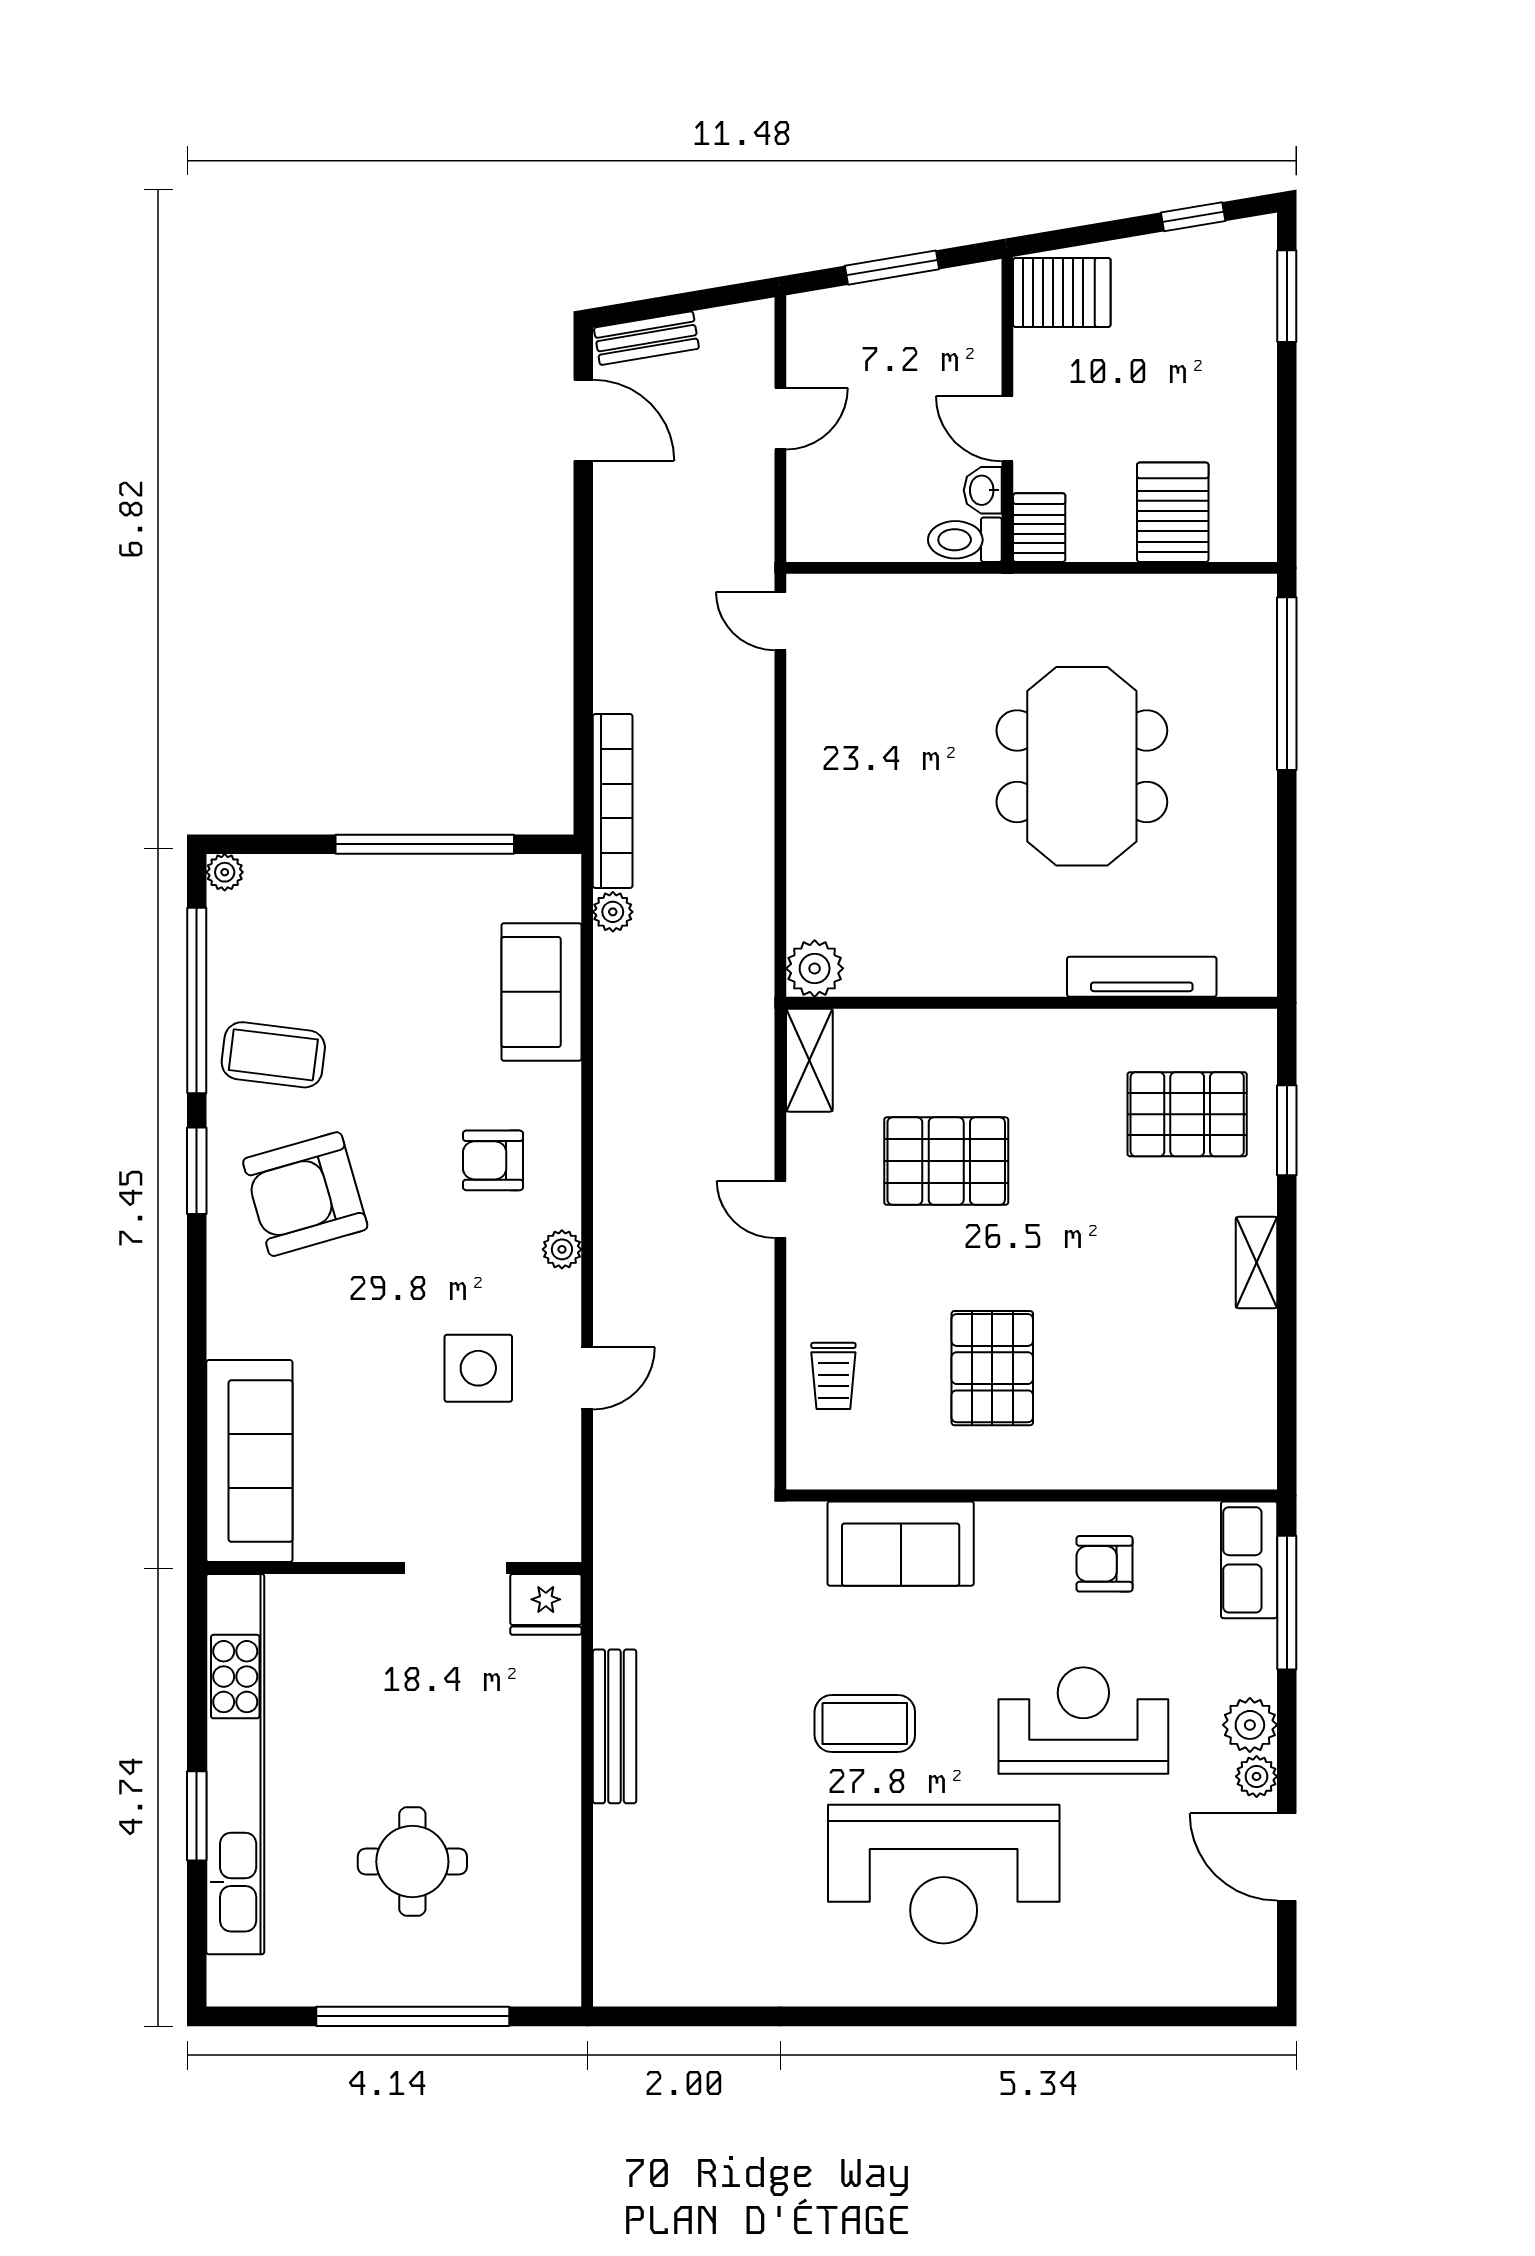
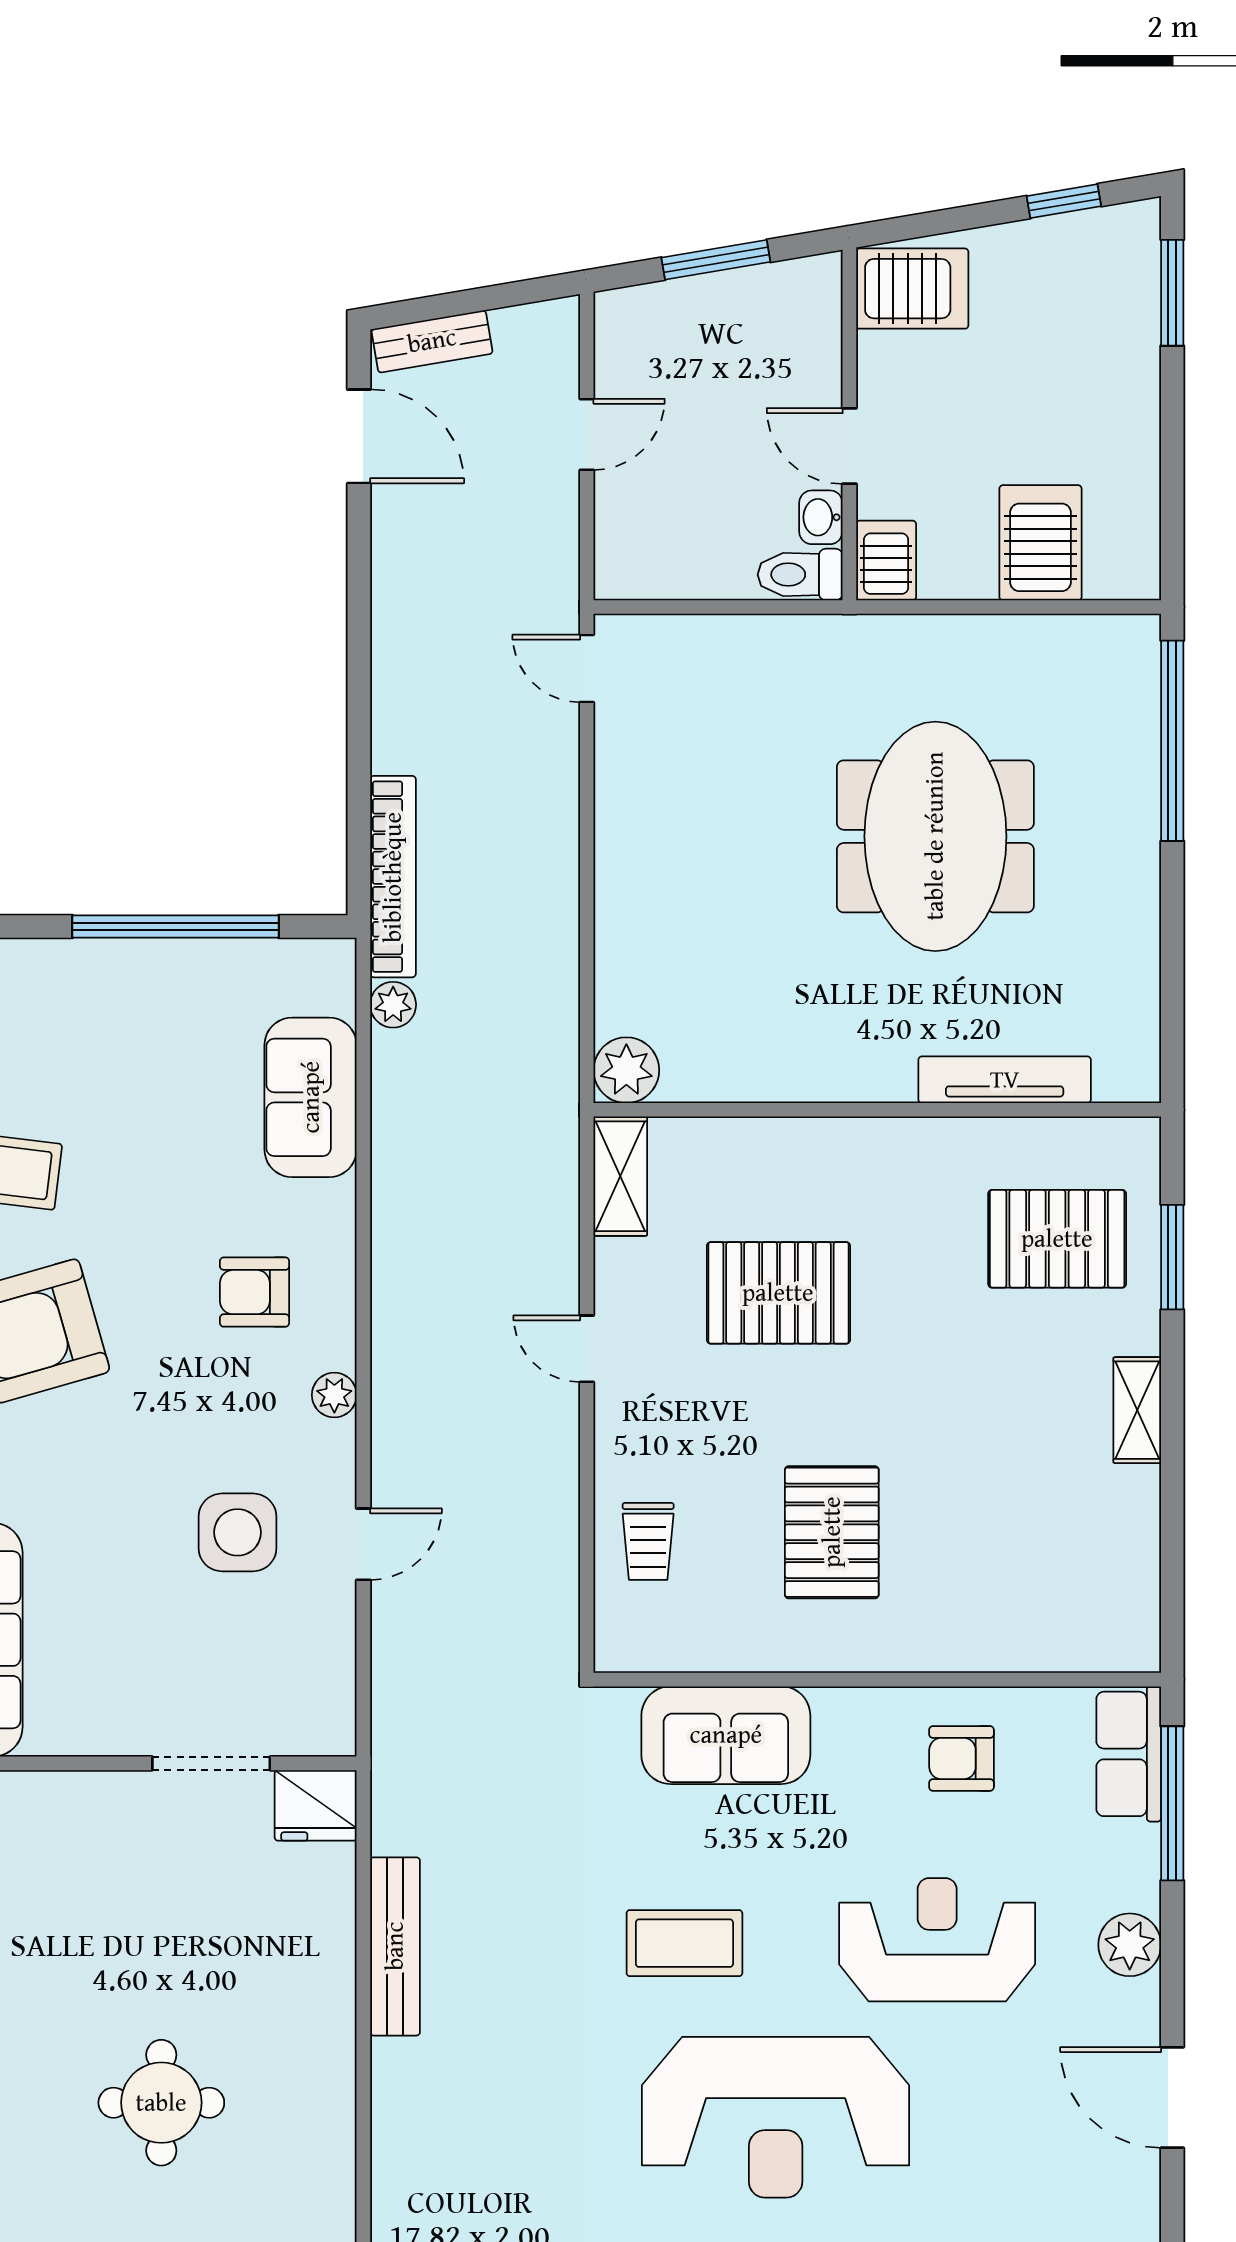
plant: (1257, 1776) -> (1137, 2004), removed

